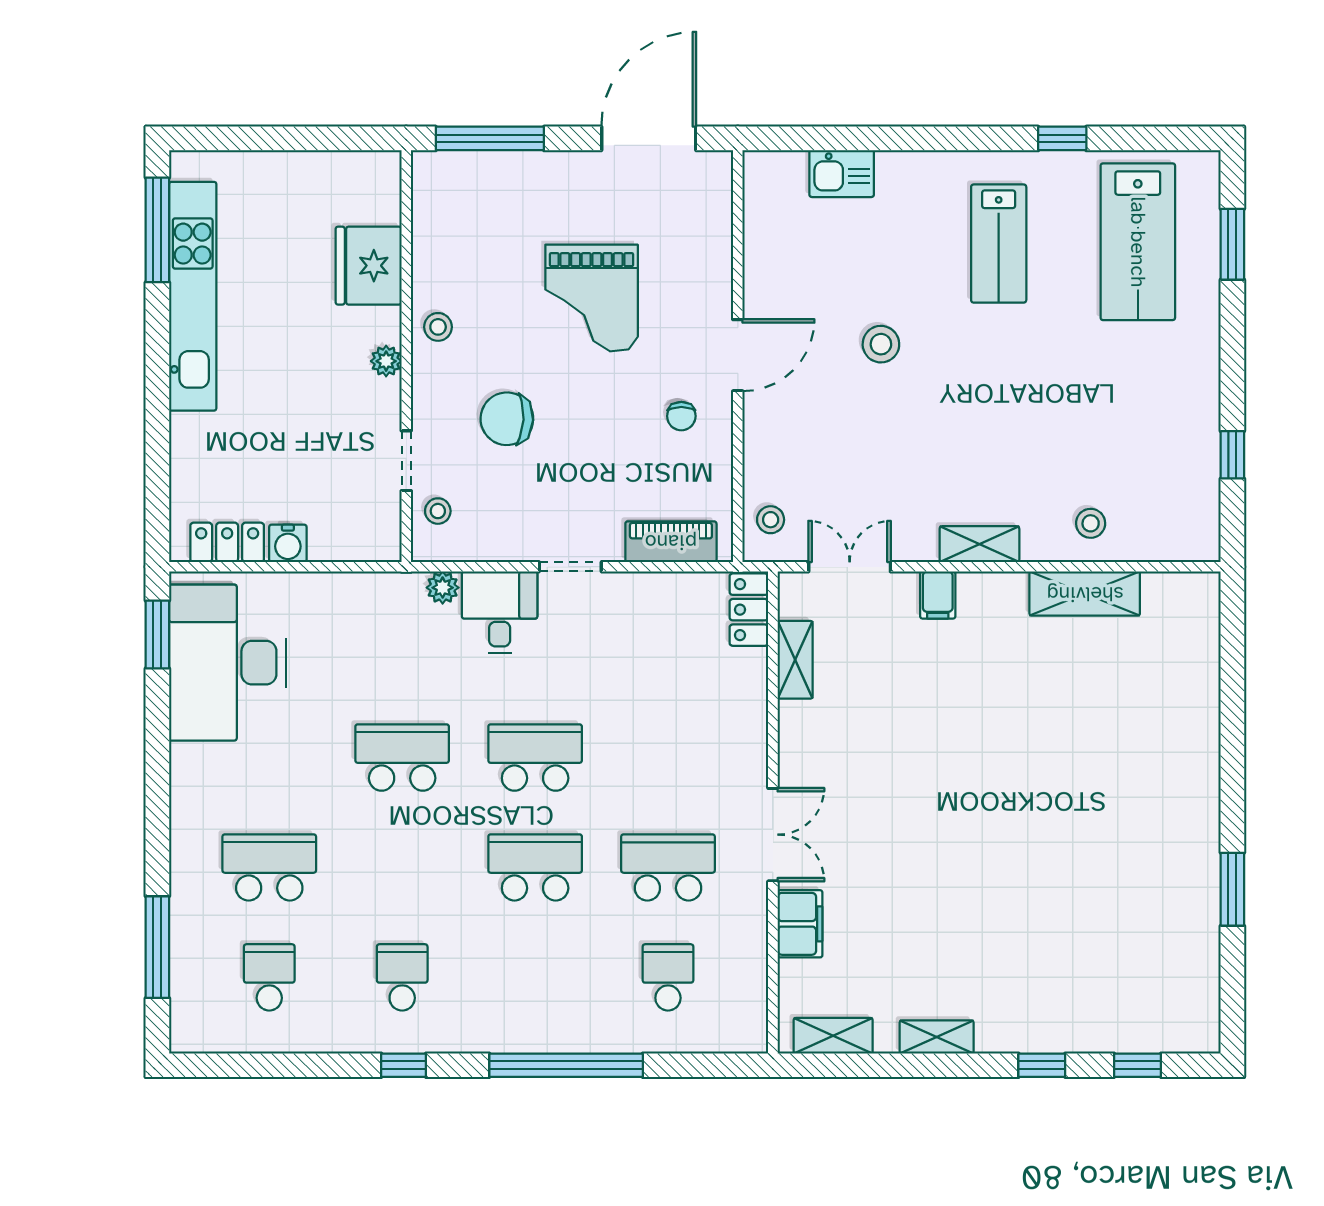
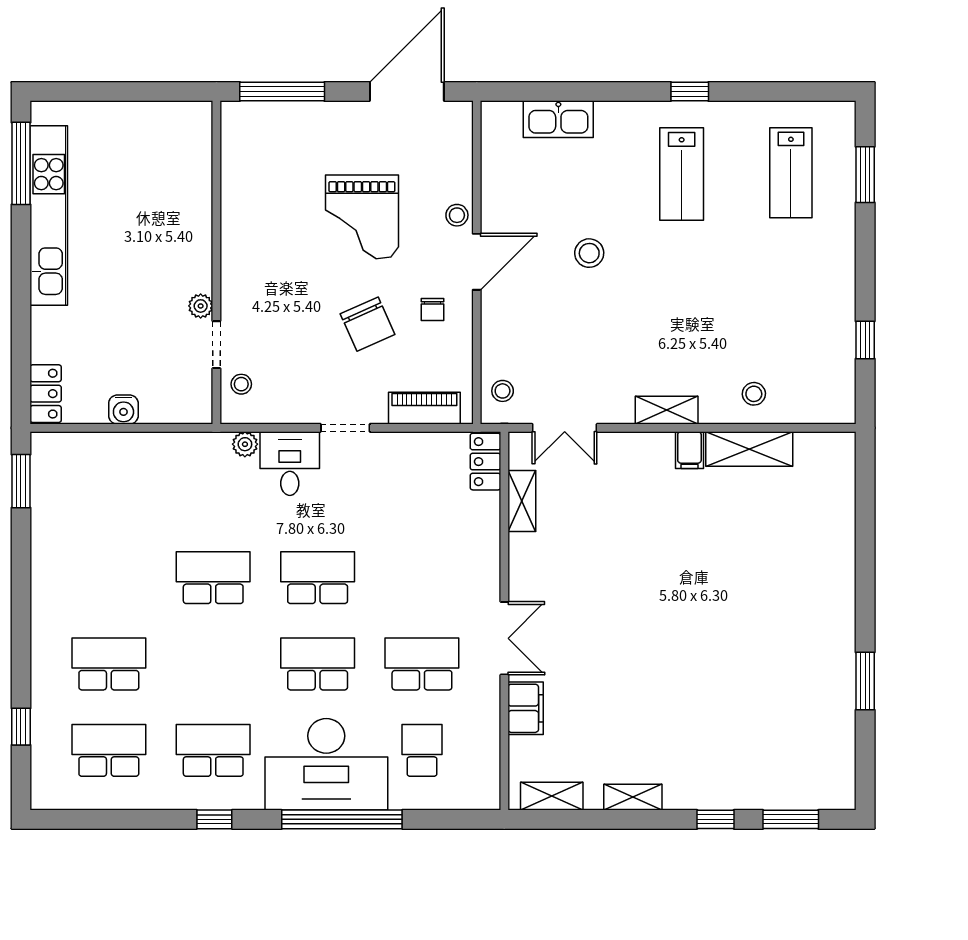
window: (1062, 138) -> (690, 92), moved
kitchen sink: (842, 174) -> (558, 119), width x1.38
lab bench: (1138, 242) -> (791, 173), width x0.73, depth x0.72
fridge: (369, 266) -> (187, 191), removed
stool: (438, 327) -> (457, 215), moved
plant: (386, 361) -> (201, 306), moved
chair: (507, 419) -> (368, 324), moved, turned -117
locker: (227, 542) -> (46, 394), moved, turned 90
double door: (850, 567) -> (565, 428), swing flipped
filing cabinet: (938, 595) -> (689, 450), moved
desk: (227, 663) -> (326, 764), moved, turned -90
window: (157, 947) -> (21, 727), width x0.46
school desk: (269, 977) -> (109, 750), width x1.85
school desk: (402, 977) -> (213, 750), width x1.85
window: (1137, 1065) -> (791, 819), width x1.50

